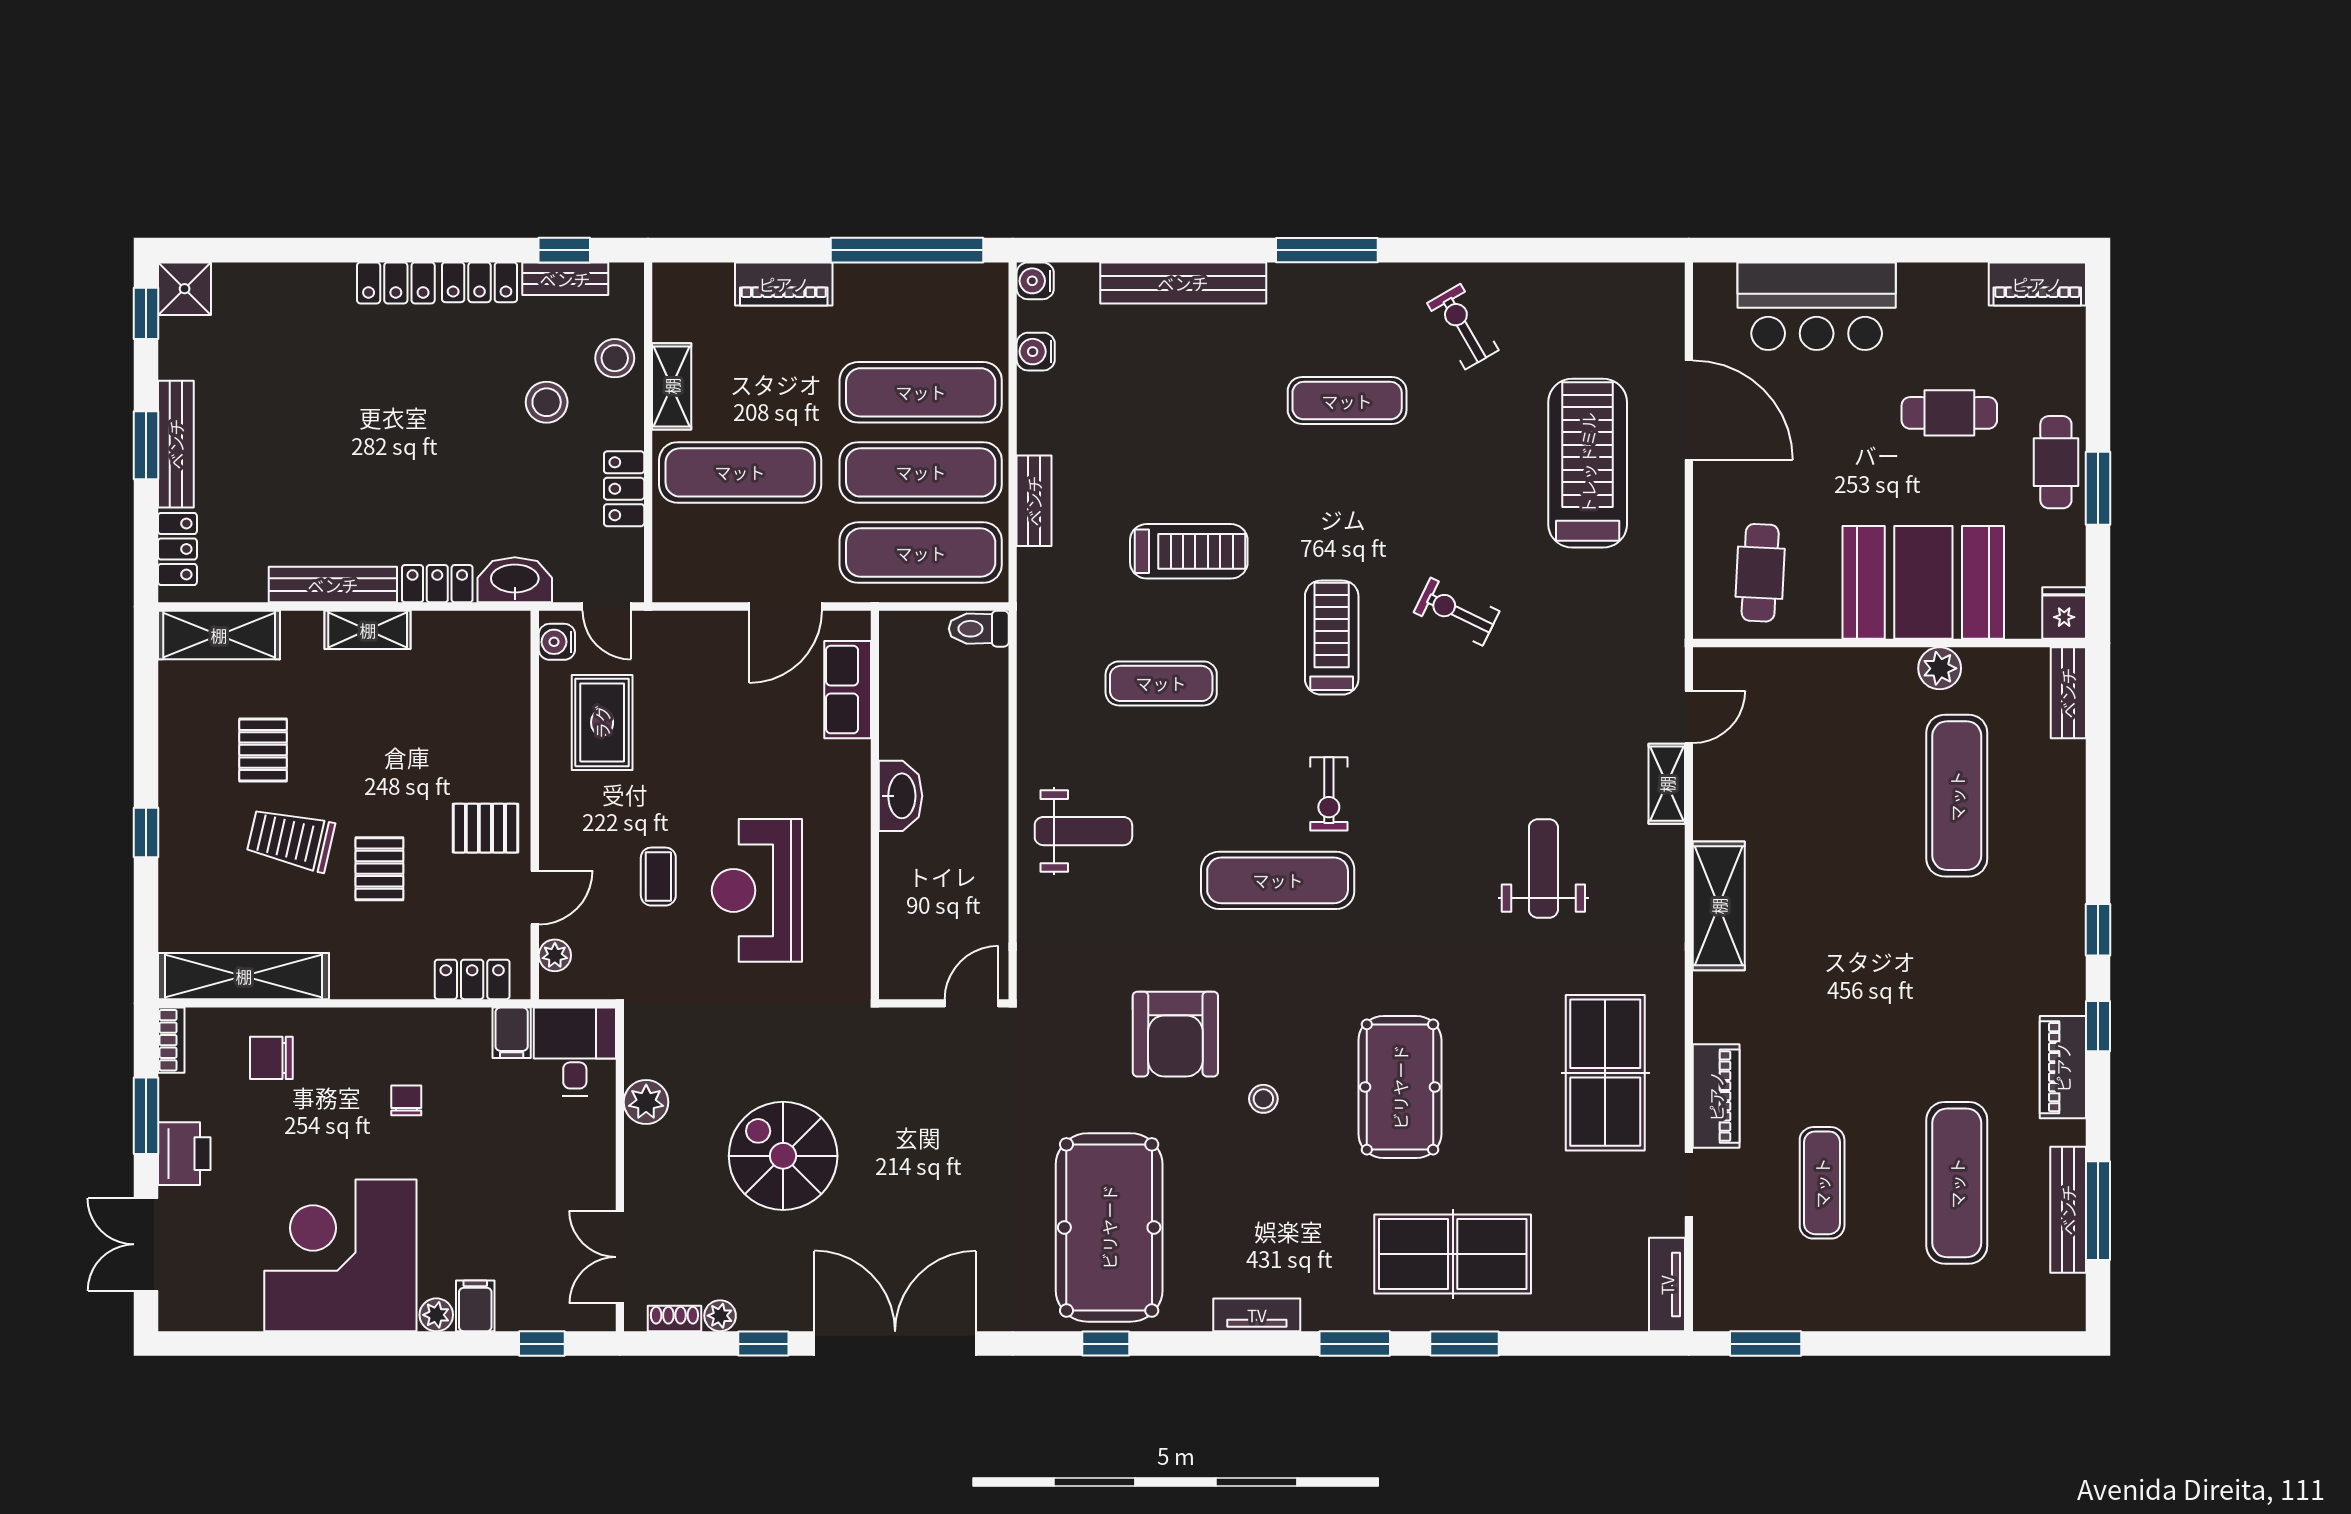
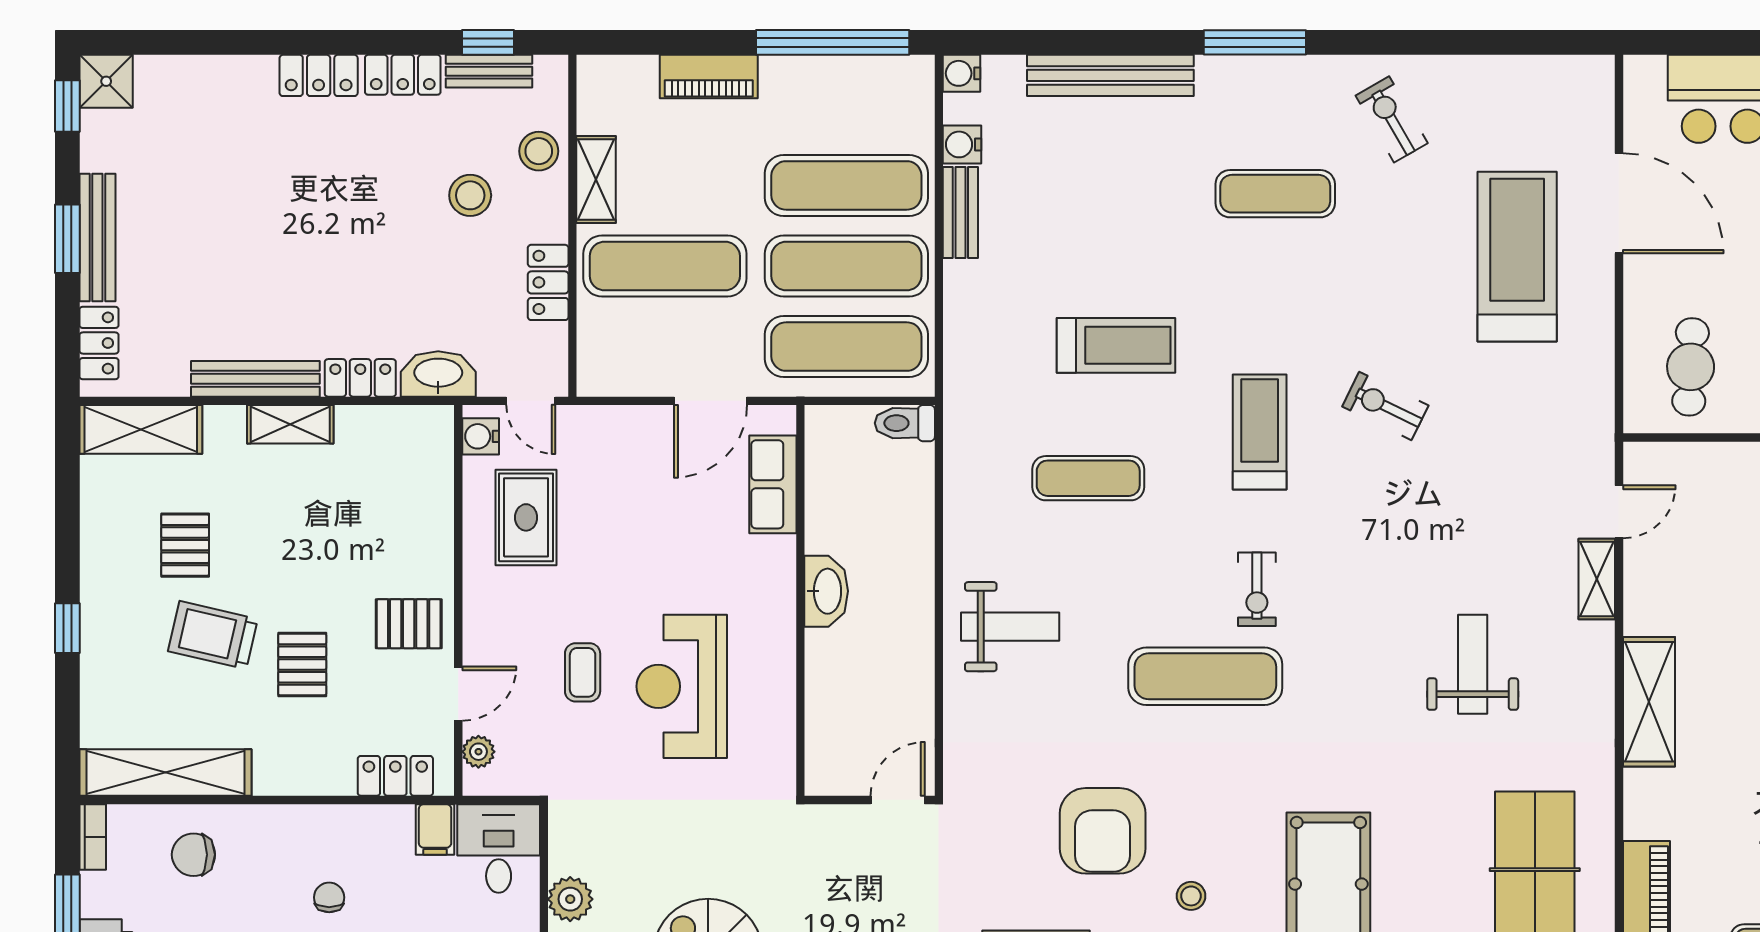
bench: (1034, 501) -> (960, 213), moved

